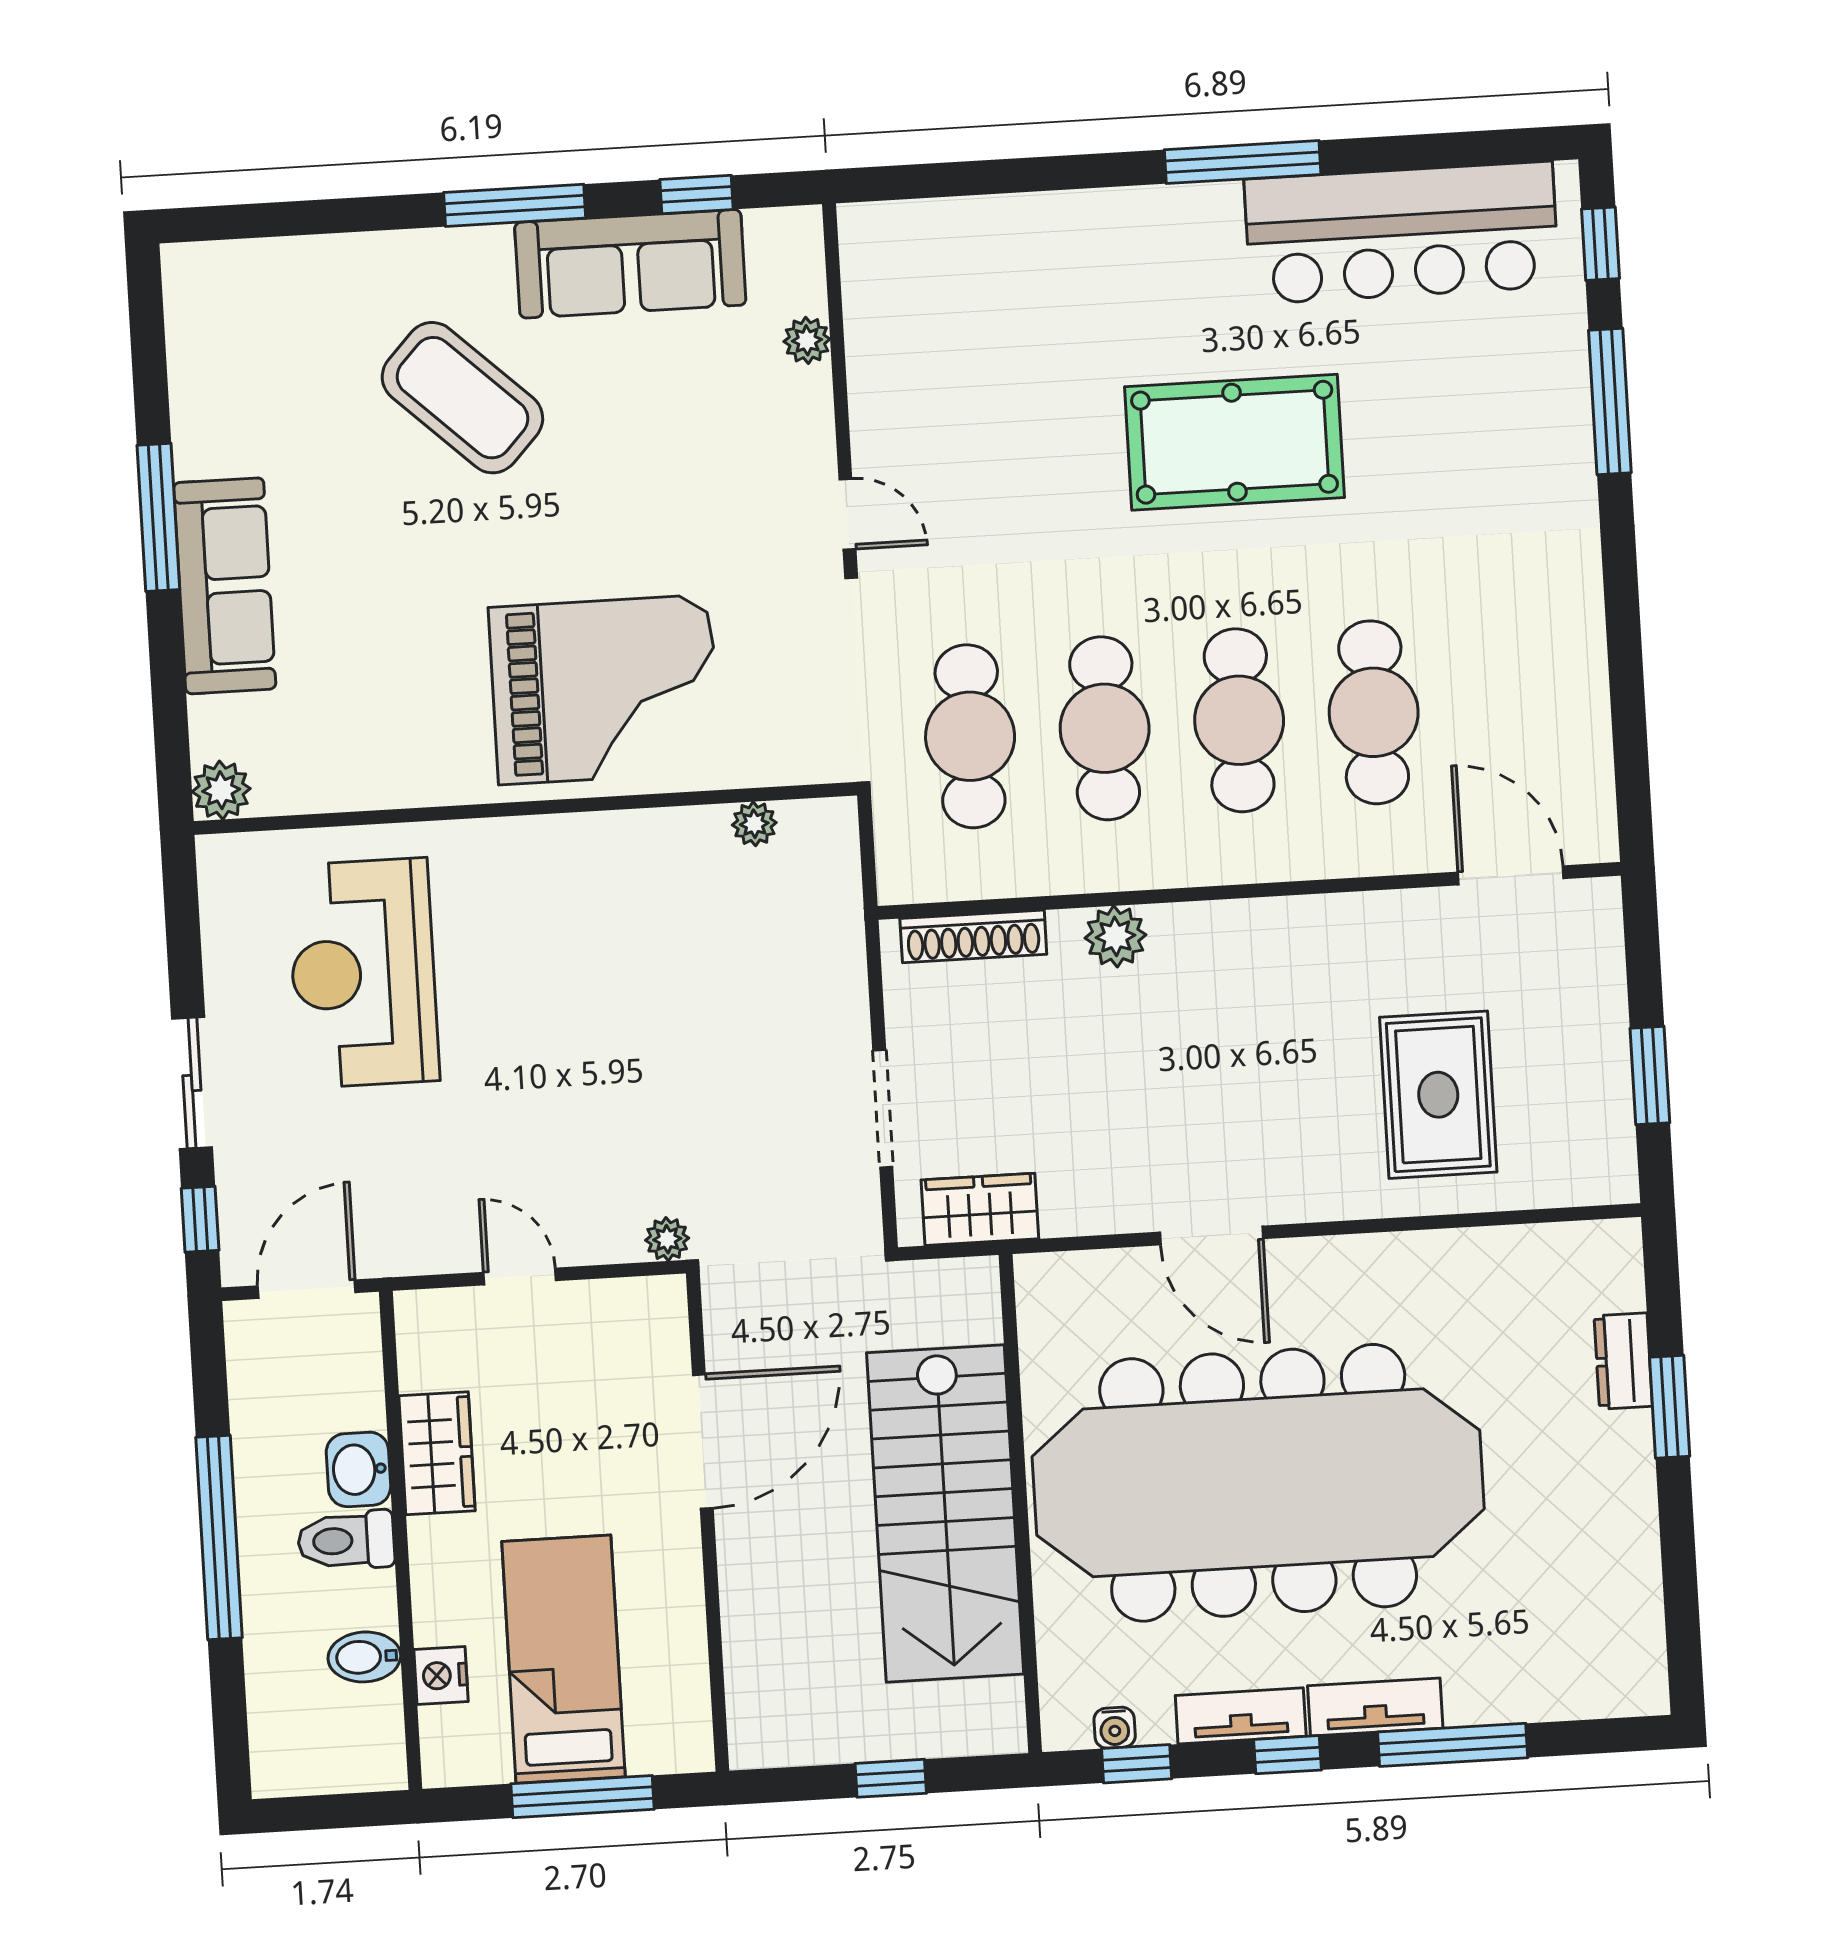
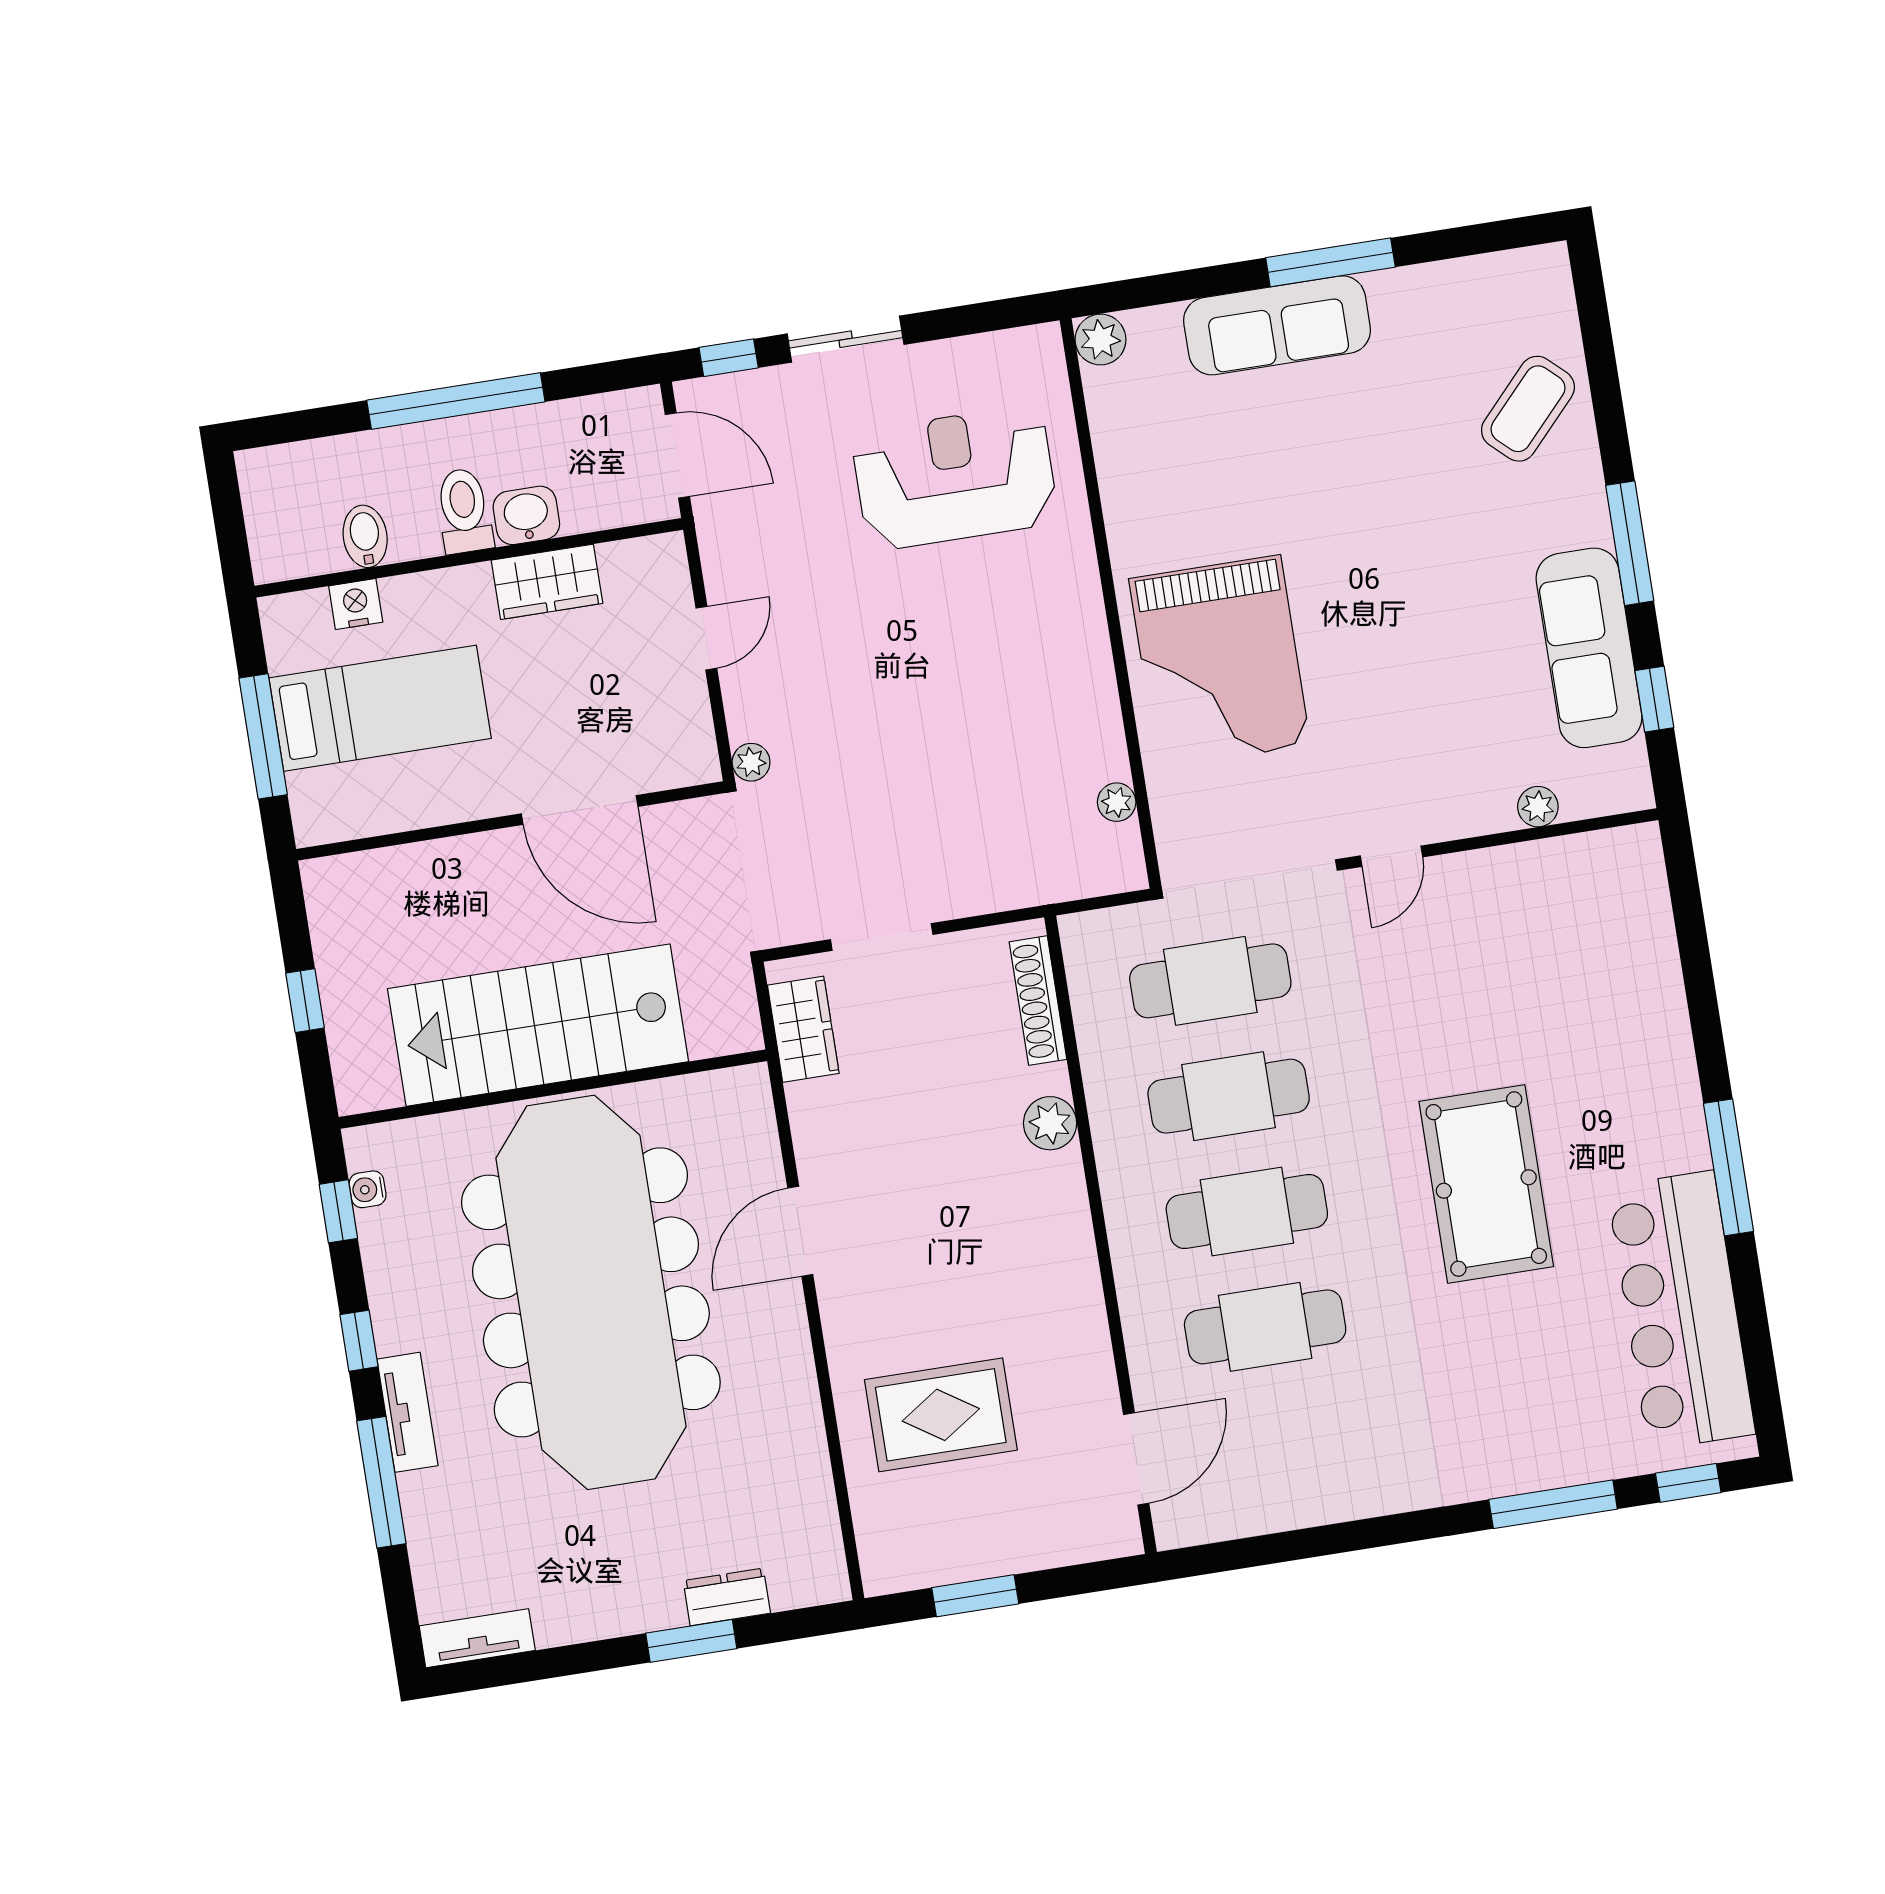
coffee table: (462, 398) -> (1528, 409), moved, width x0.73, depth x0.76
tv unit: (1241, 1716) -> (477, 1638), moved, turned -90

